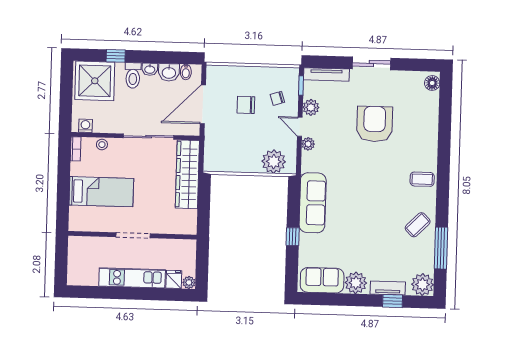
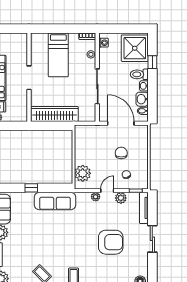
wardrobe: (187, 174) -> (54, 114), moved

